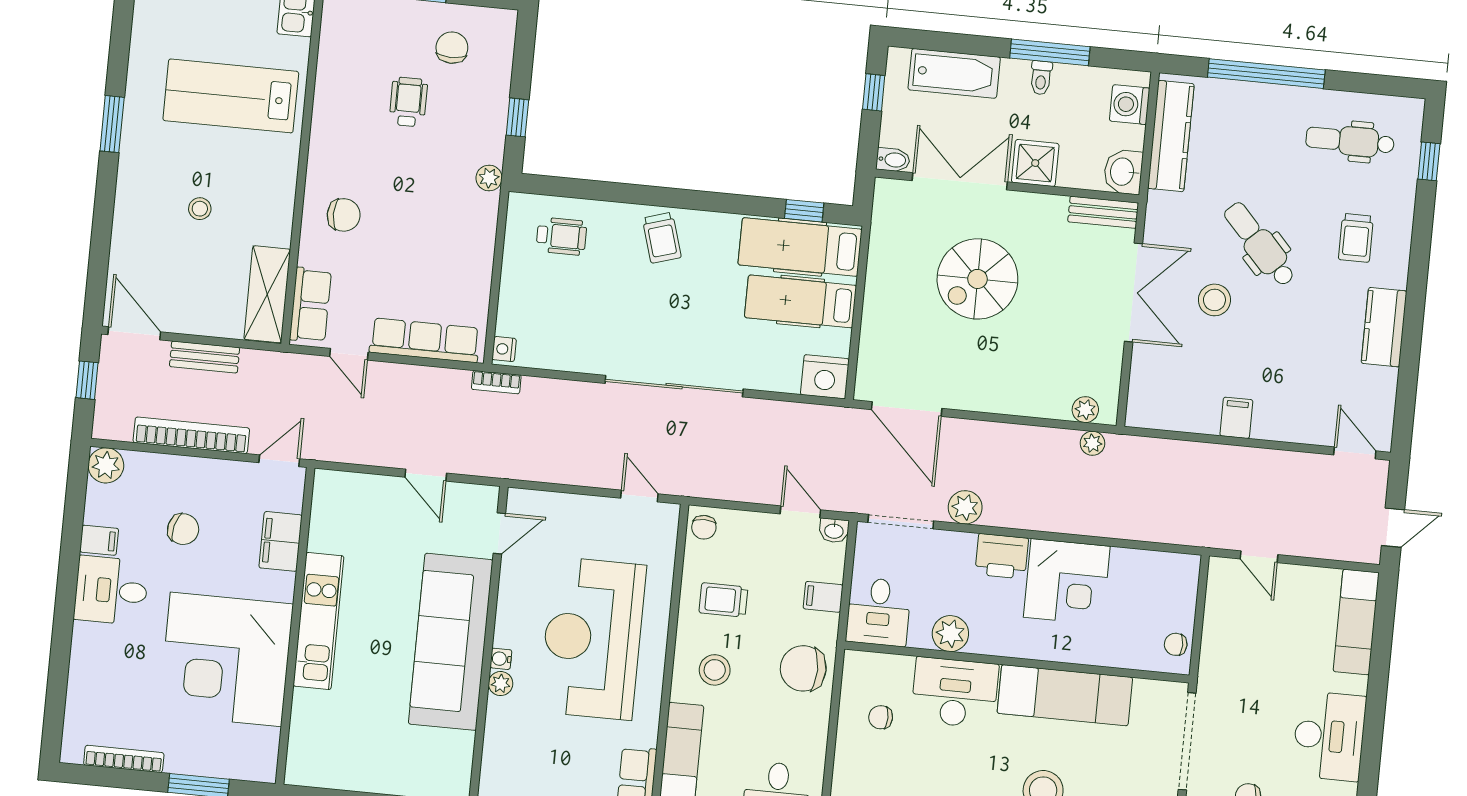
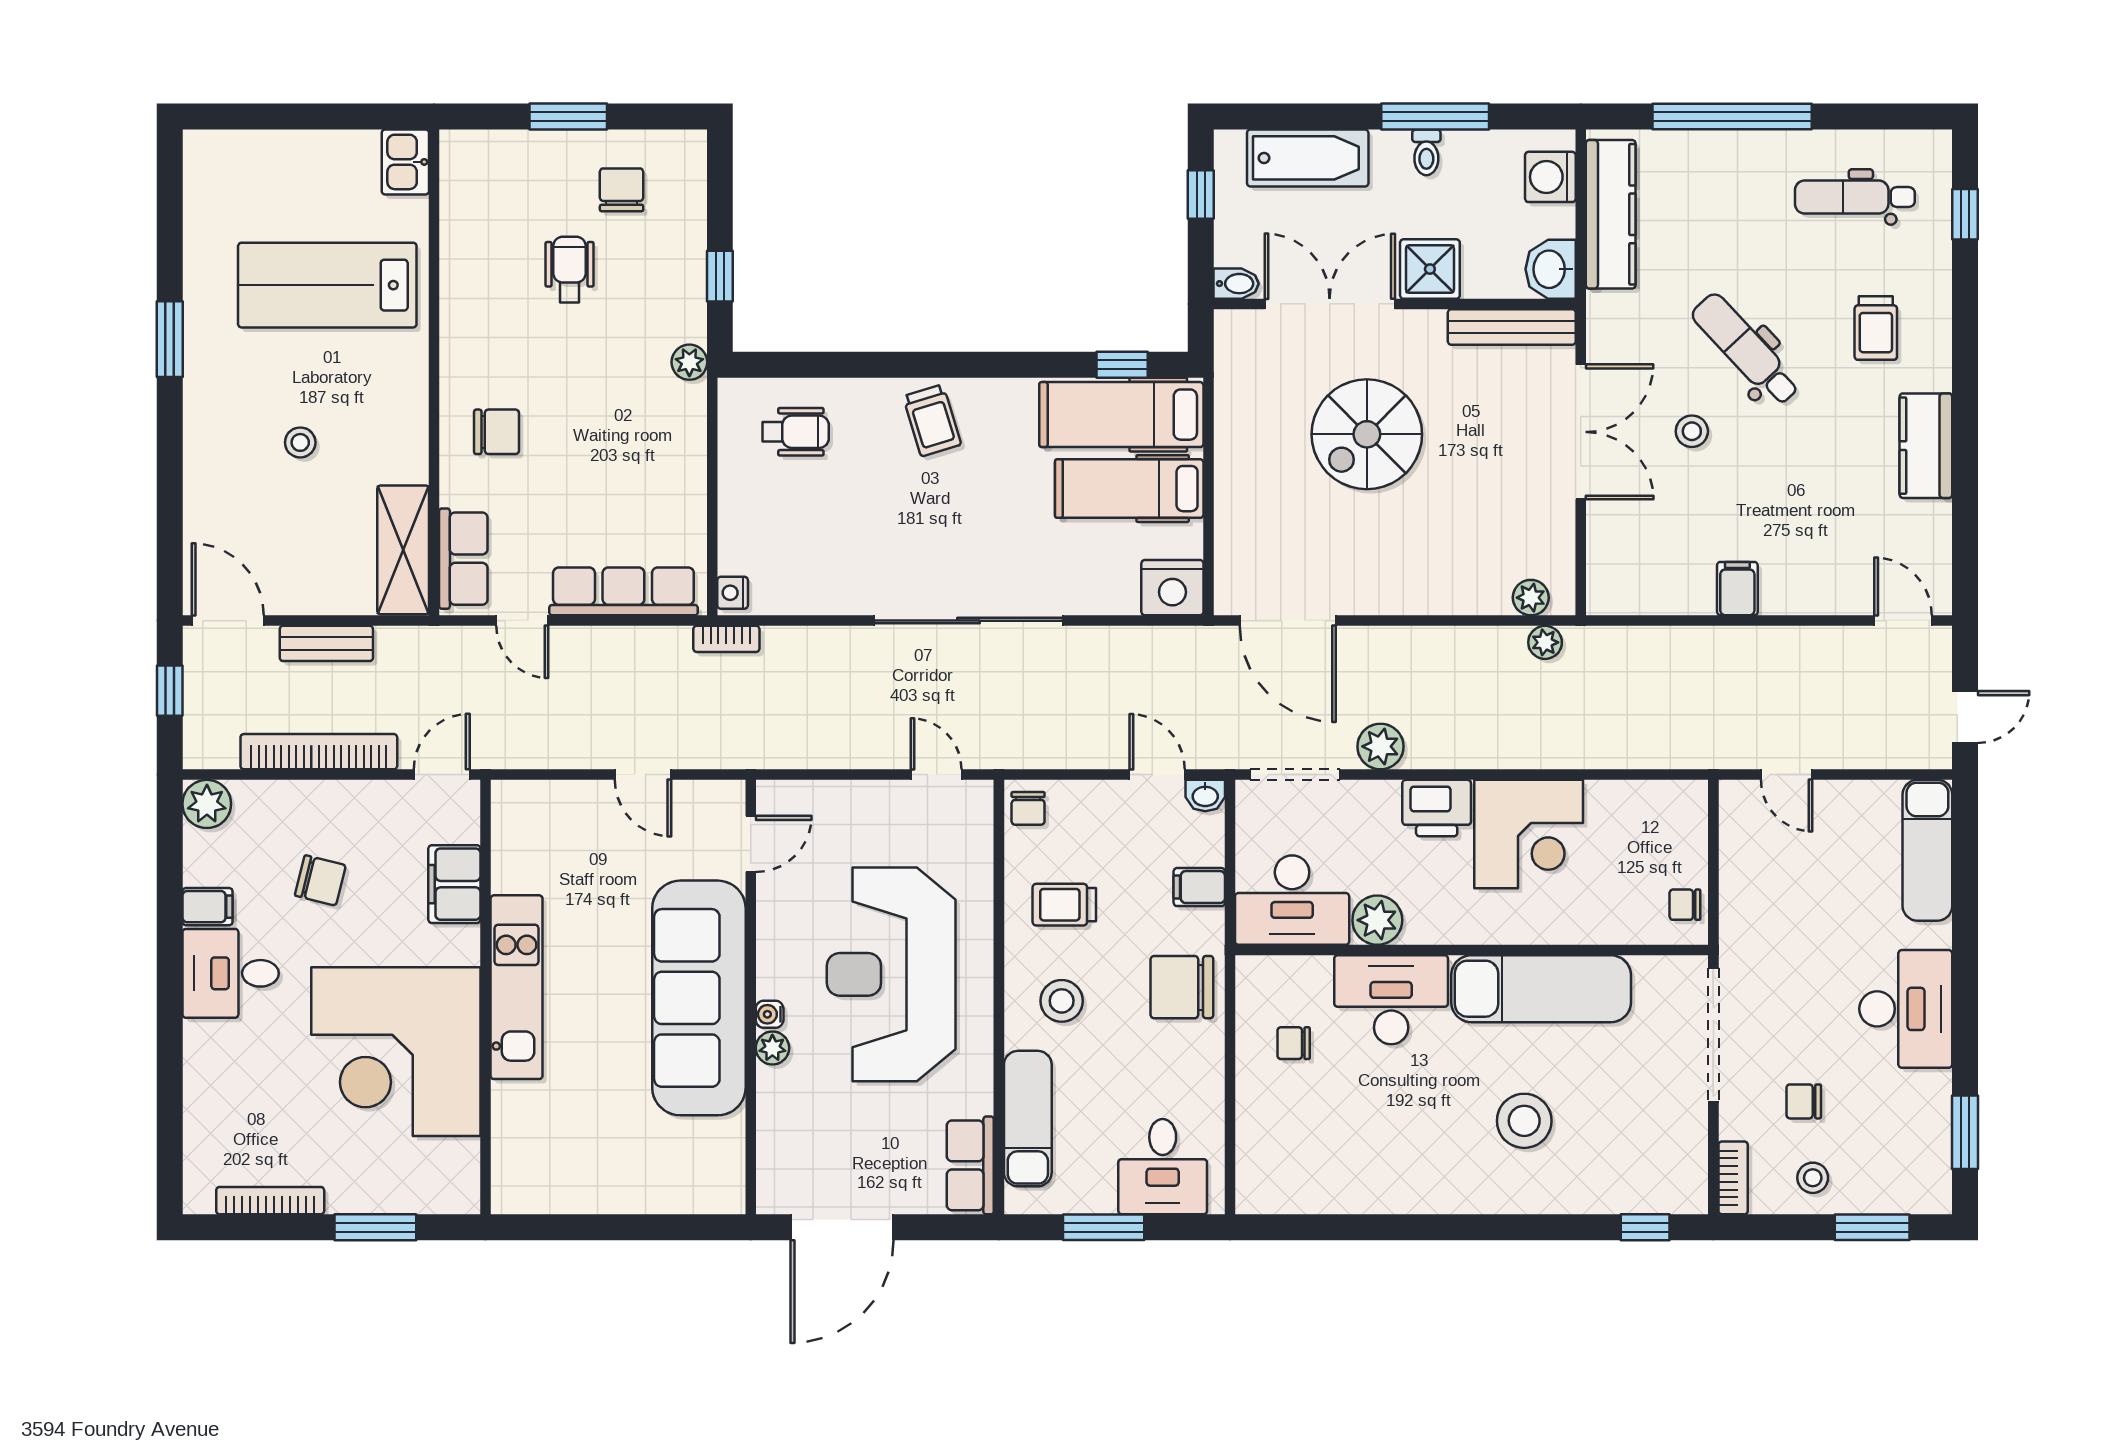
bench: (1103, 212) -> (1512, 327), width x1.36
stool: (1214, 300) -> (1692, 431), width x0.73, depth x0.73
desk: (878, 612) -> (1292, 900), width x1.37

